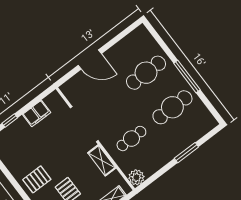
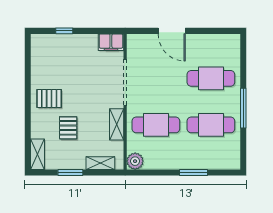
filing cabinet: (37, 113) -> (111, 42), moved
cafe table: (131, 139) -> (156, 125), width x1.37, depth x1.35

